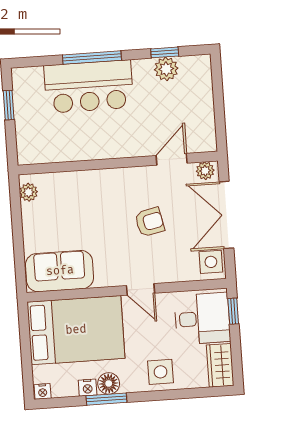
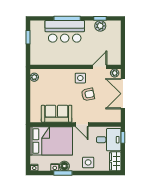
side table: (211, 262) -> (80, 78), moved
sofa: (60, 271) -> (57, 114), moved

